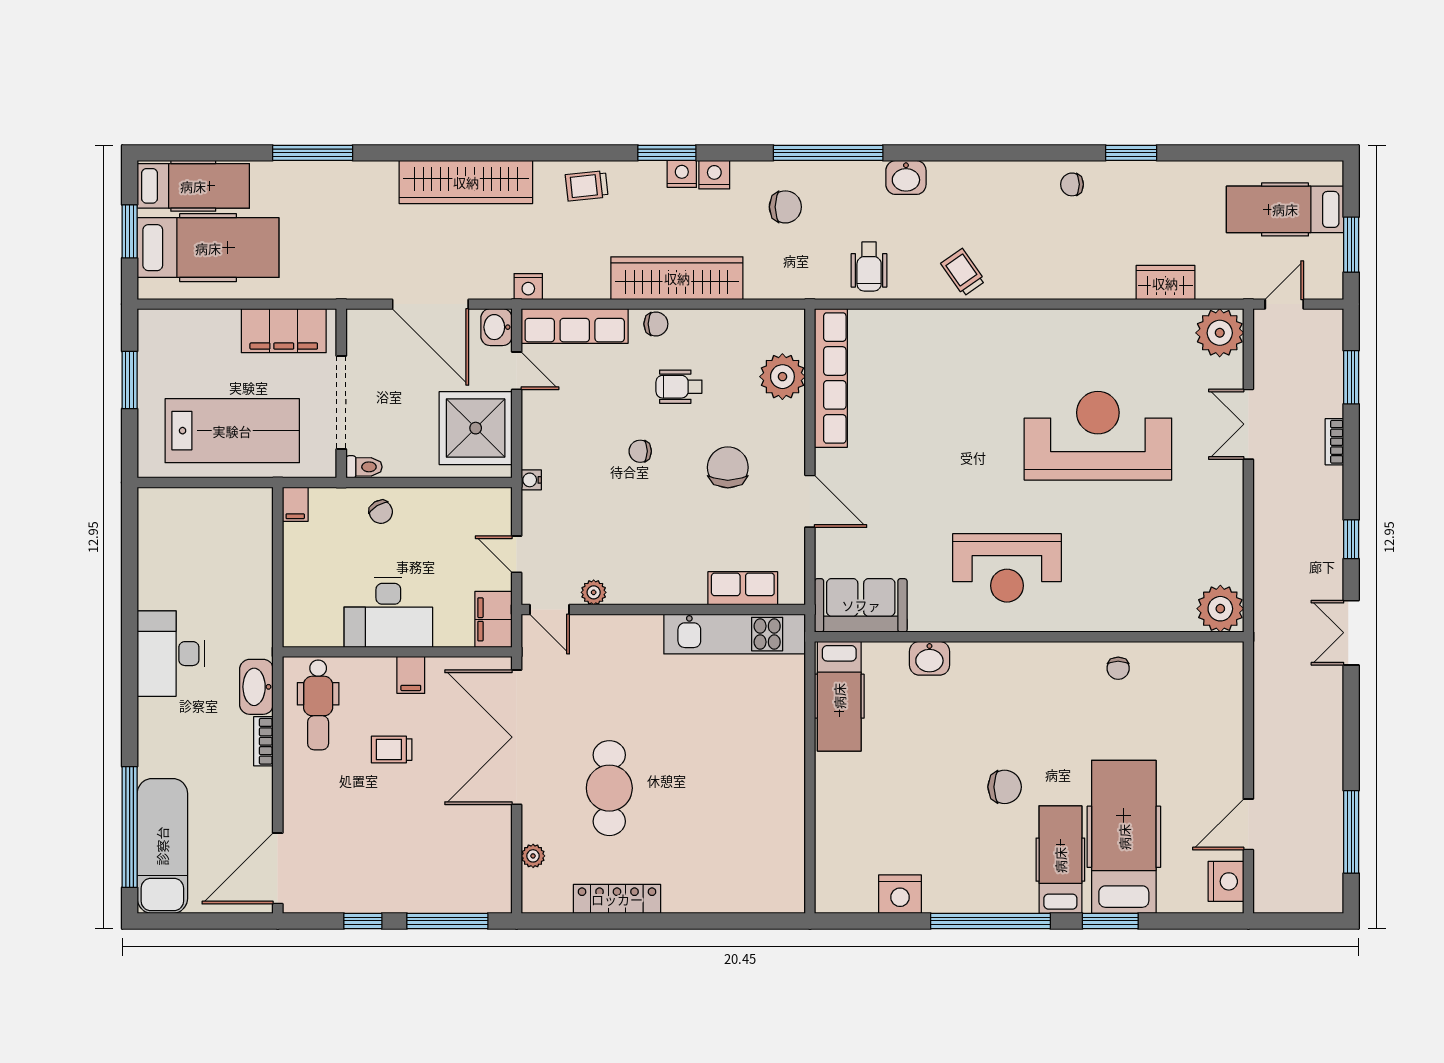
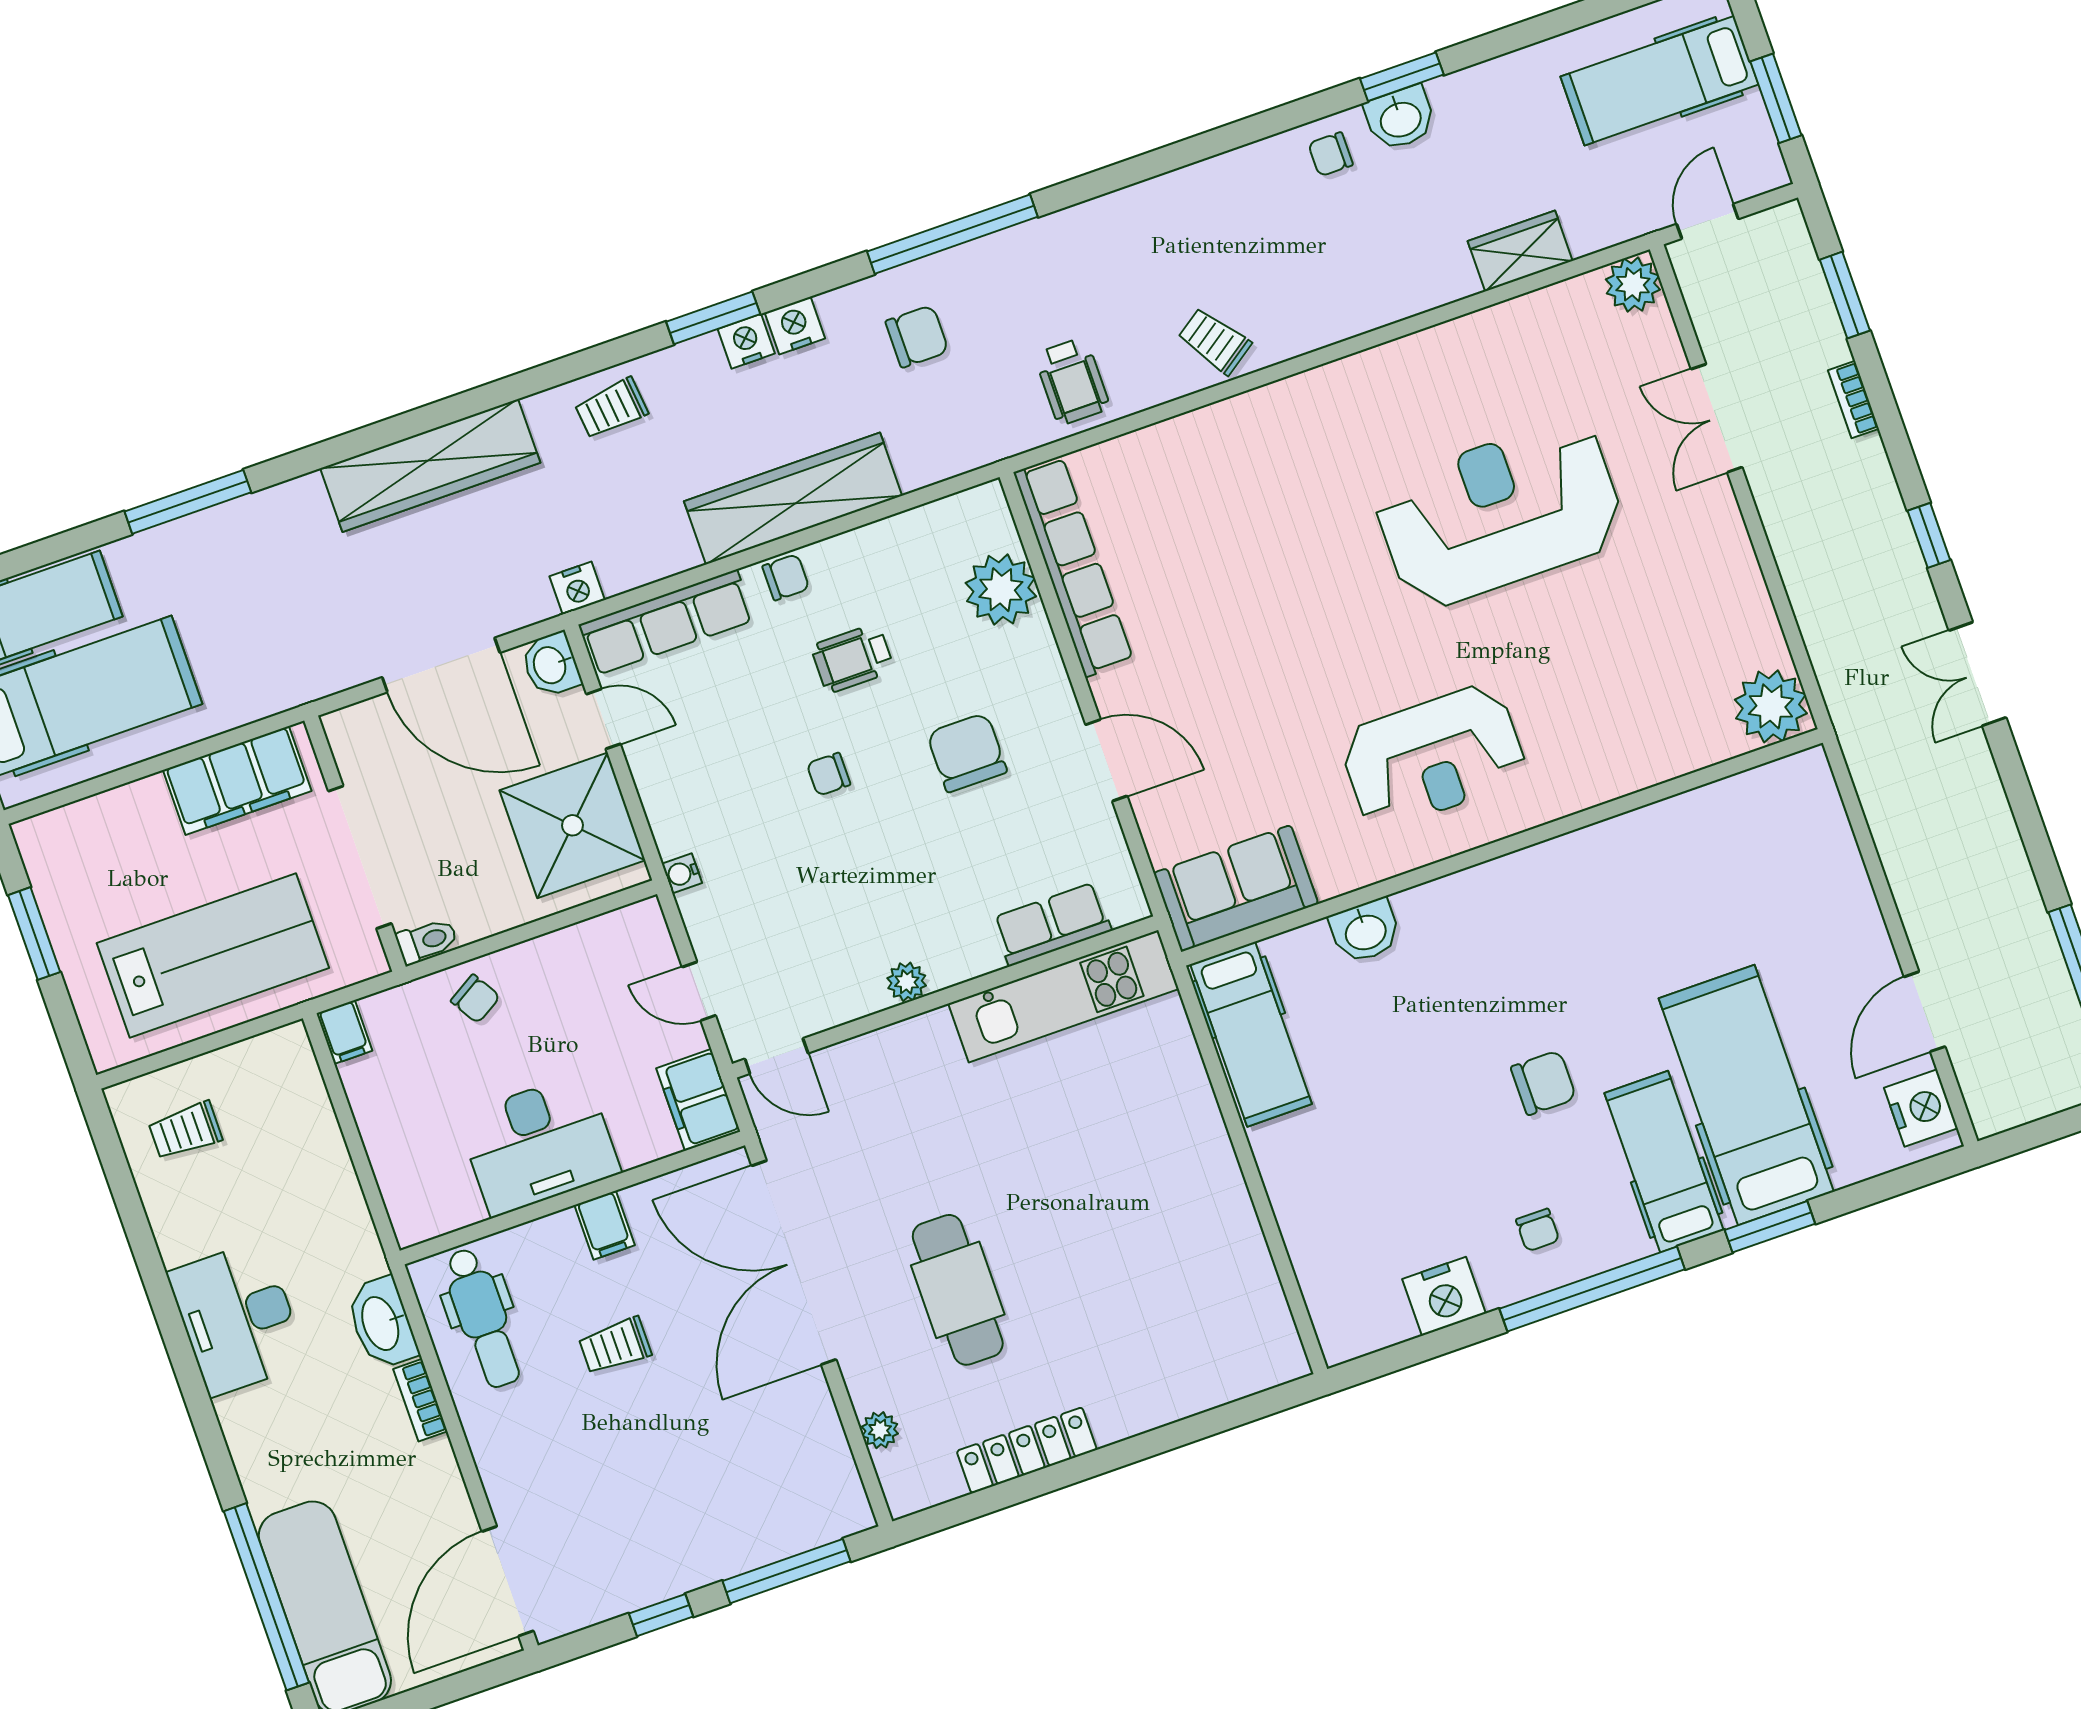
washbasin: (906, 177) -> (1400, 118), moved
plant: (1220, 333) -> (1633, 285), width x0.73, depth x0.73
trolley: (179, 530) -> (185, 1131), added
plant: (594, 592) -> (907, 982), moved
chair: (1118, 668) -> (1538, 1230), moved

